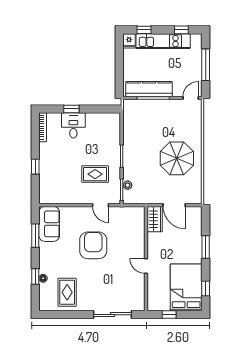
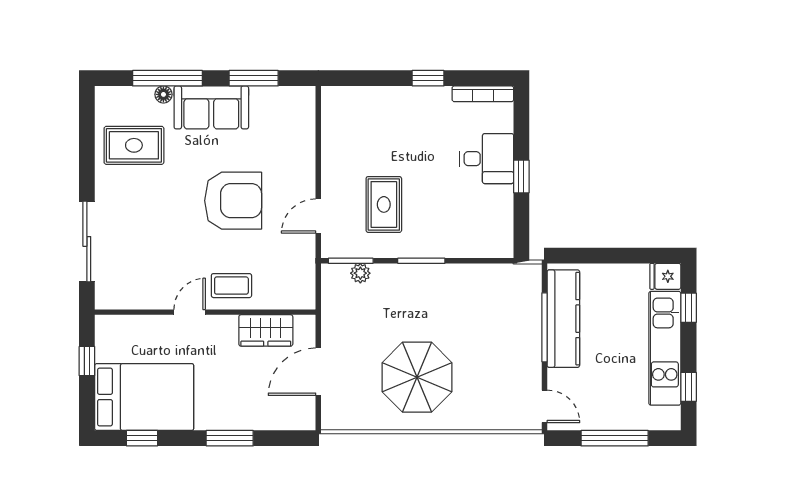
window: (71, 109) -> (521, 176), moved
window: (35, 167) -> (428, 78), moved
wardrobe: (155, 219) -> (266, 330), moved
sofa: (49, 224) -> (211, 107), moved
coffee table: (133, 246) -> (231, 286), added
window: (35, 276) -> (167, 78), width x2.17

